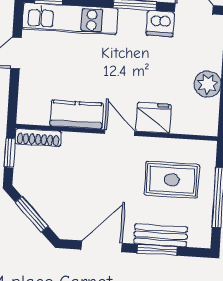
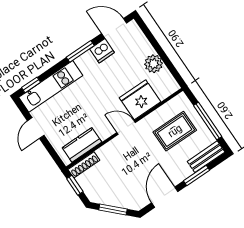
kitchen counter: (77, 115) -> (82, 145), moved
fridge: (154, 118) -> (140, 100), width x1.36, depth x1.34
bench: (161, 235) -> (206, 157), moved

